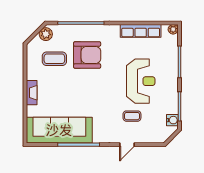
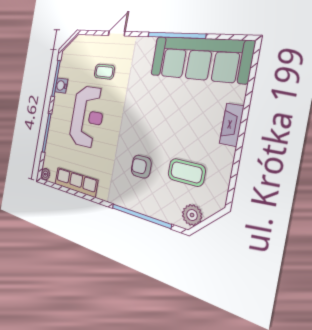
armchair: (87, 55) -> (141, 167), width x0.53, depth x0.53
reception desk: (141, 81) -> (87, 117), turned 180
water cooler: (172, 120) -> (61, 86), moved

